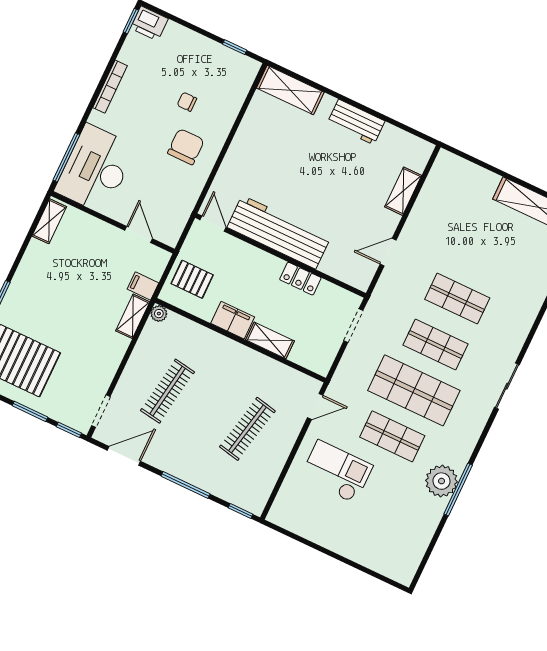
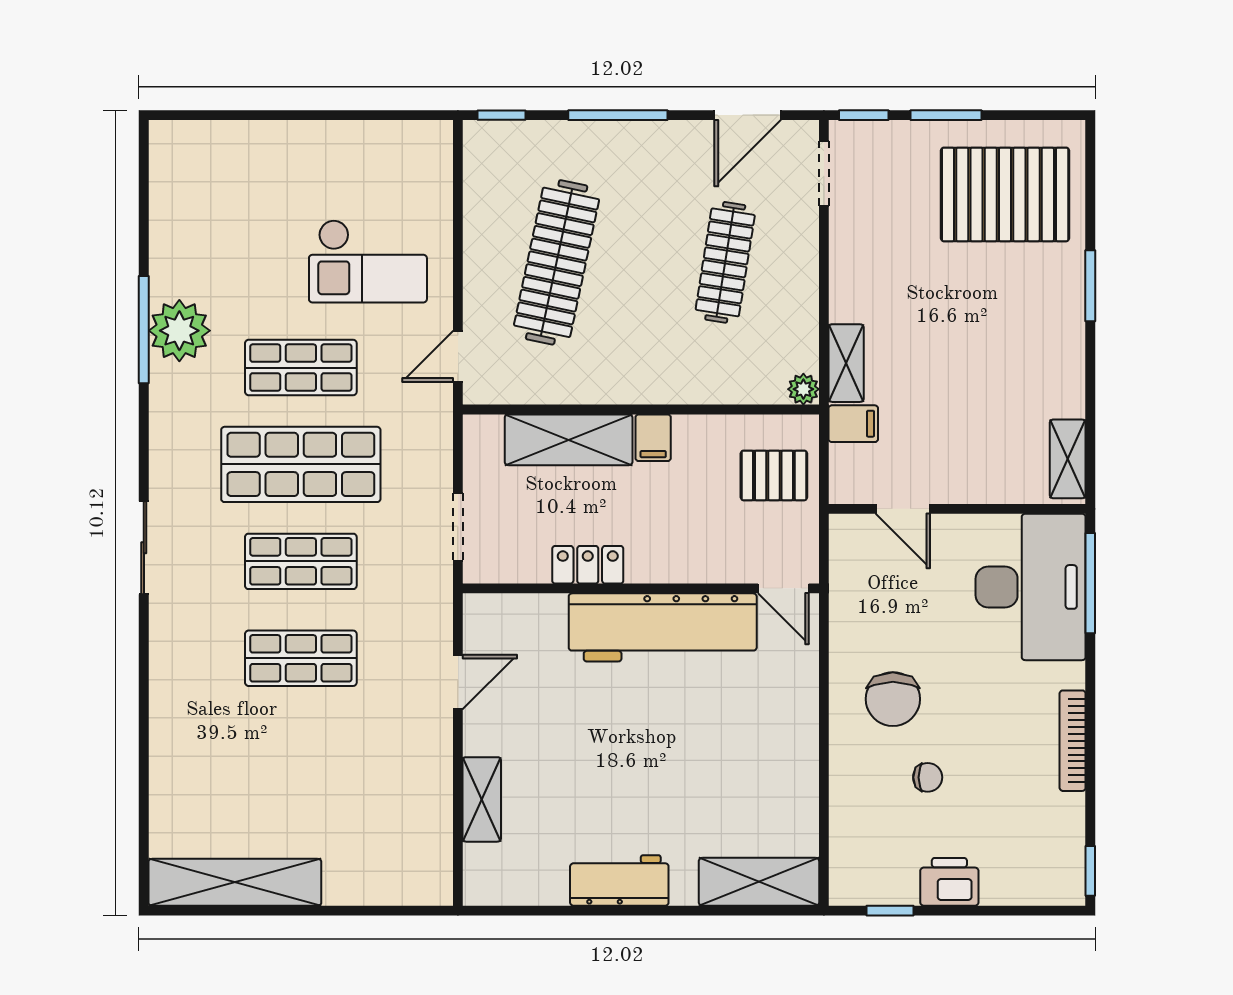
printer: (149, 23) -> (949, 882), moved
filing cabinet: (233, 320) -> (653, 438), width x0.50
shelving: (270, 340) -> (569, 440), width x1.50, depth x1.33
clothes rail: (247, 429) -> (557, 262), width x1.37, depth x1.31

